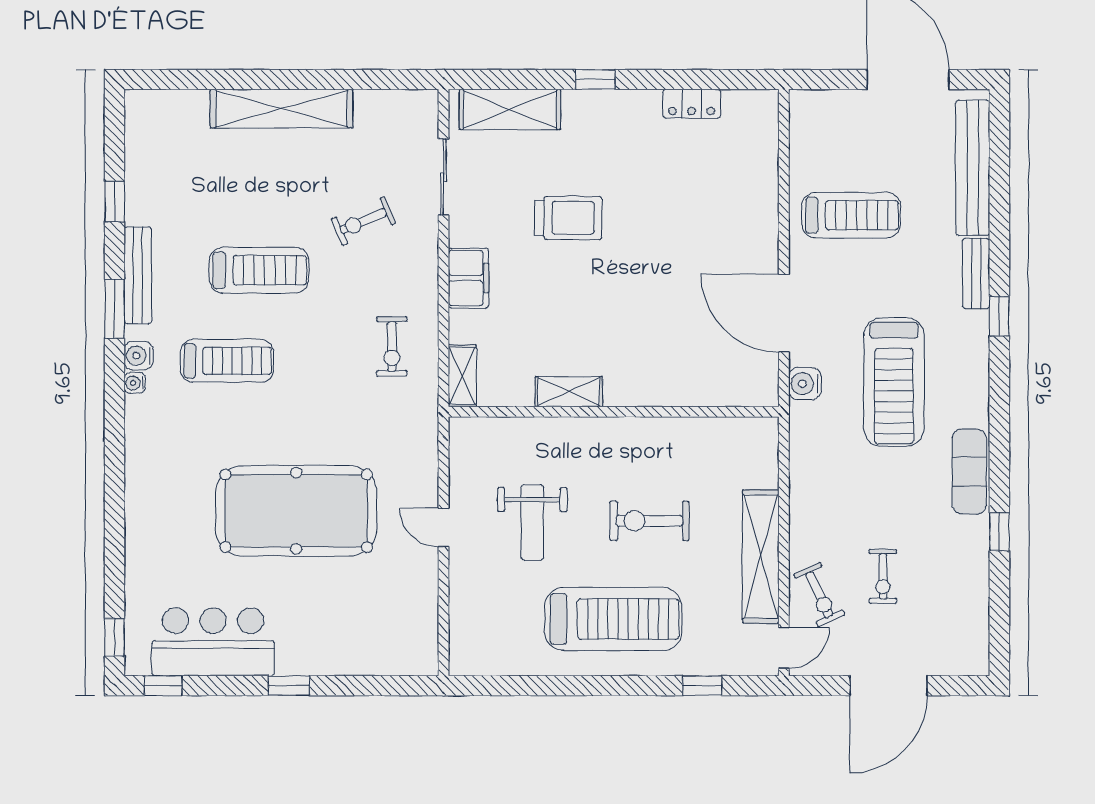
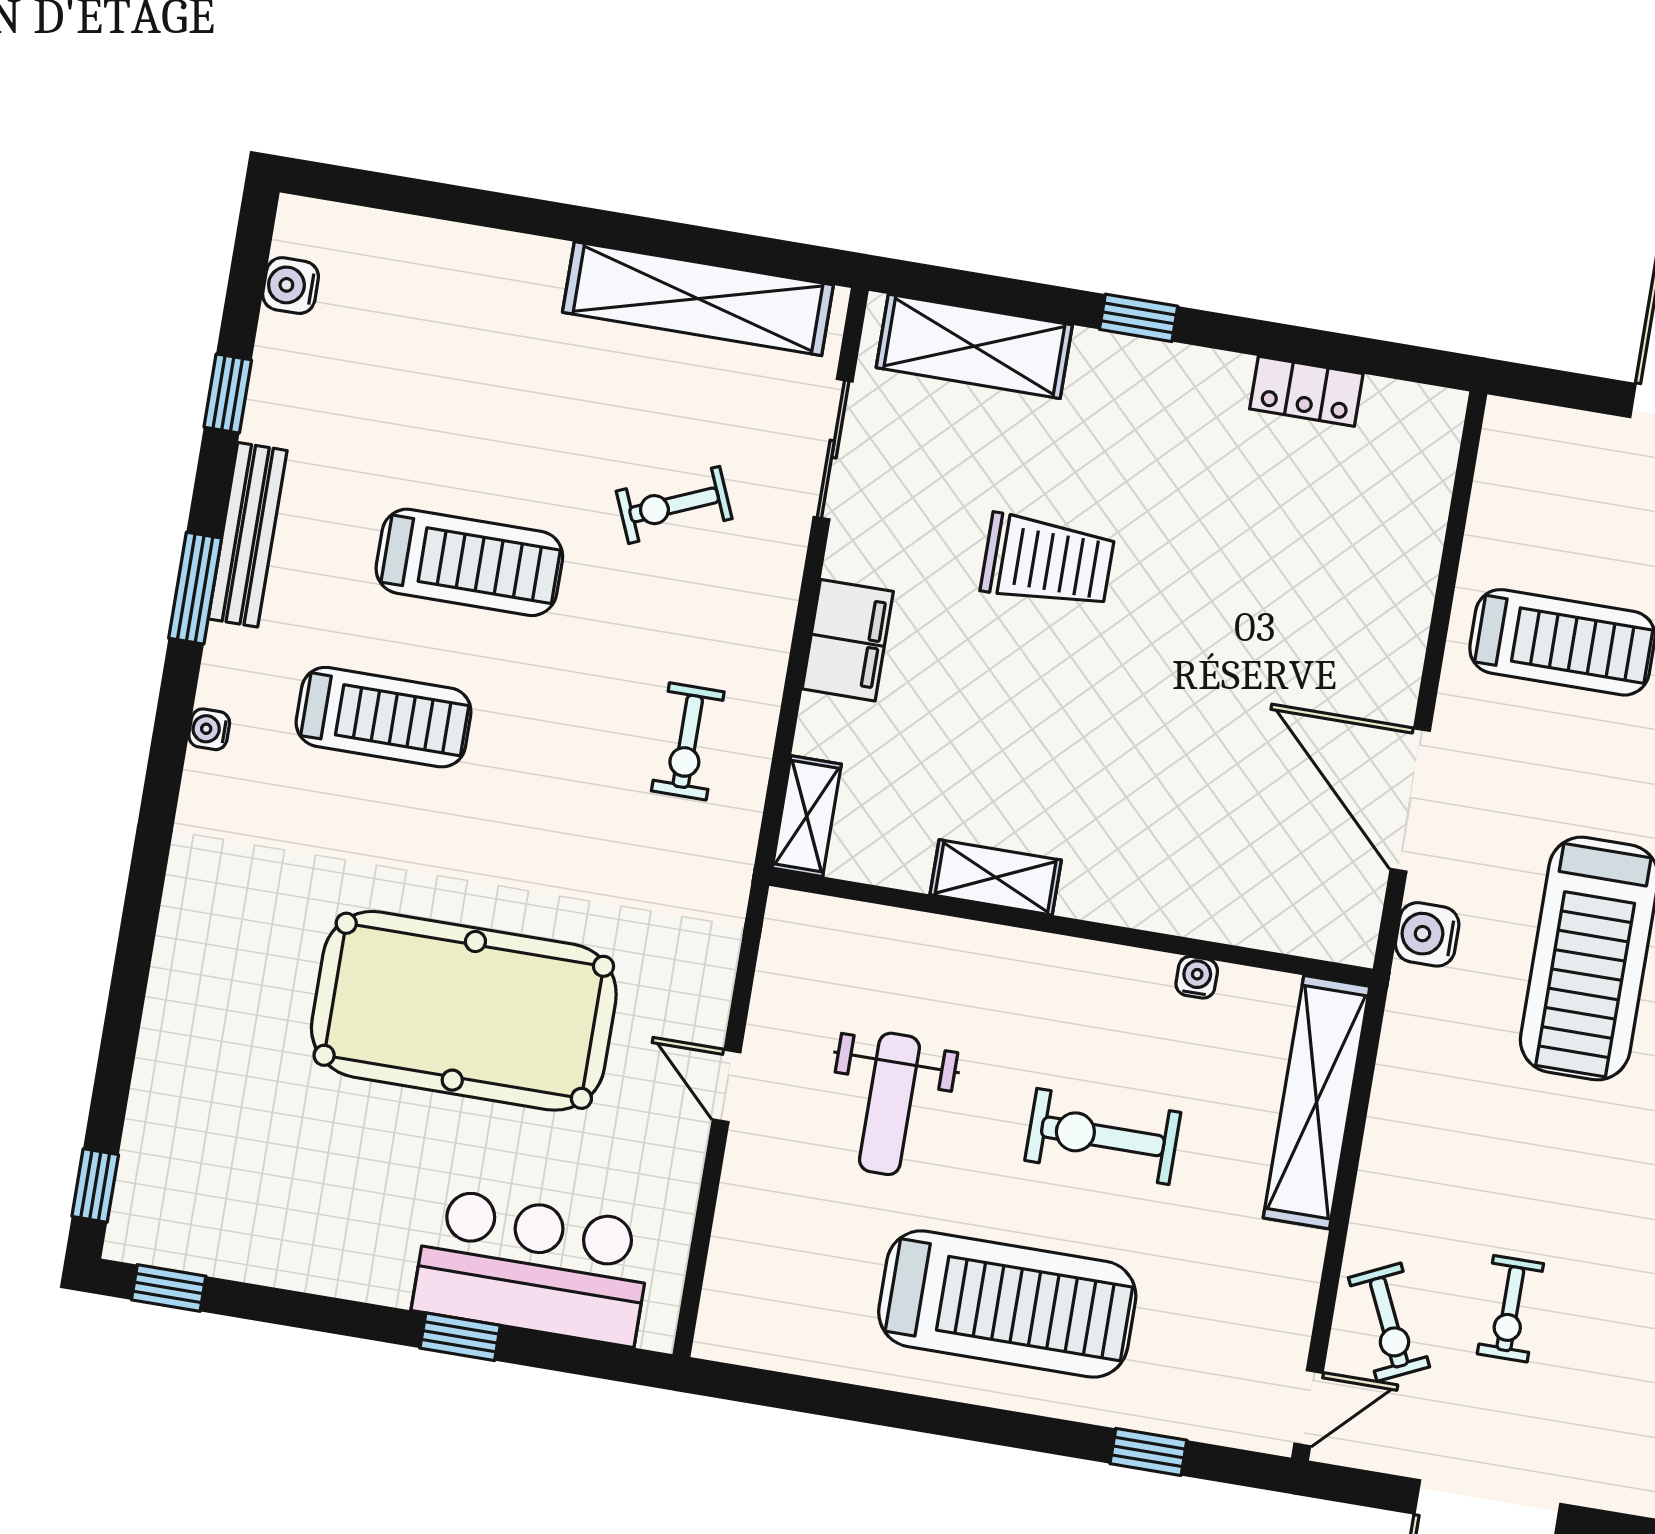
shelving: (282, 109) -> (698, 299), moved
water cooler: (139, 356) -> (291, 286), moved
water cooler: (685, 427) -> (1197, 977), added
shelving: (761, 557) -> (1317, 1102), moved
bar counter: (213, 642) -> (533, 1267), moved
window: (289, 686) -> (460, 1337), moved

